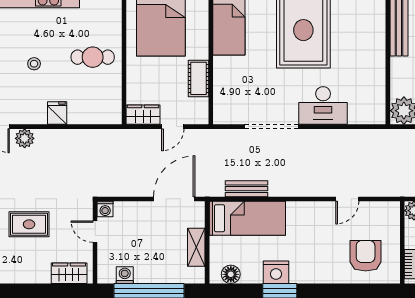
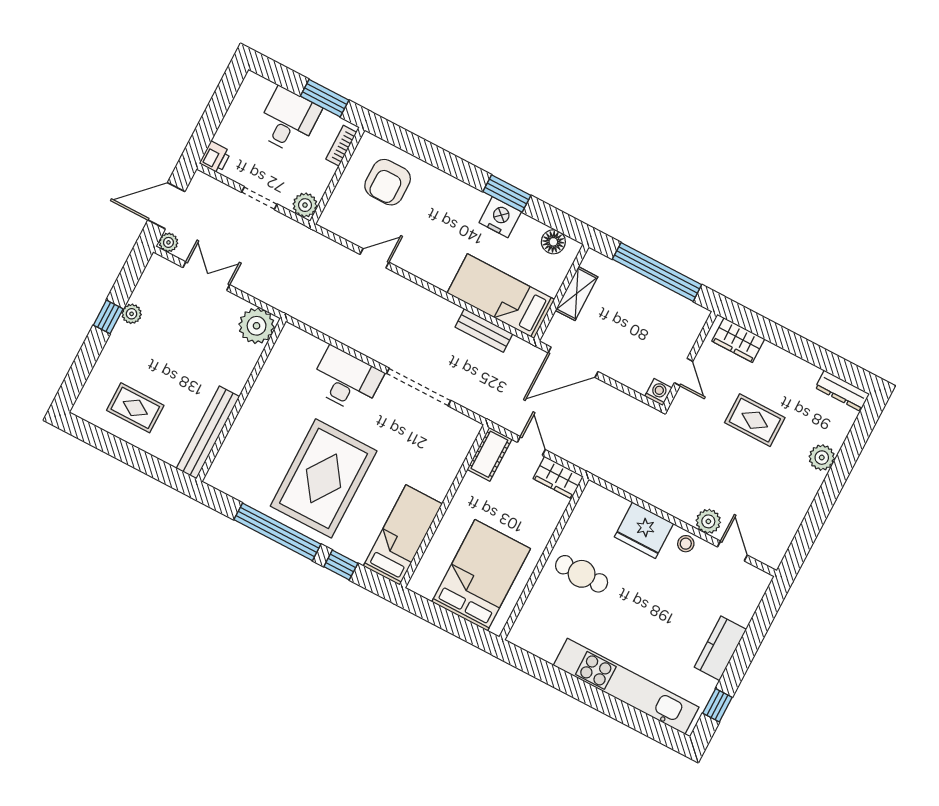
stool: (34, 64) -> (686, 544), moved
cot: (198, 78) -> (489, 454), moved
fridge: (57, 113) -> (644, 530), width x1.88, depth x1.34
door: (173, 127) -> (531, 446), hinge flipped
washing machine: (125, 275) -> (675, 304), removed

